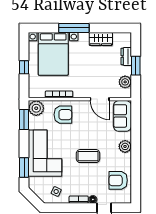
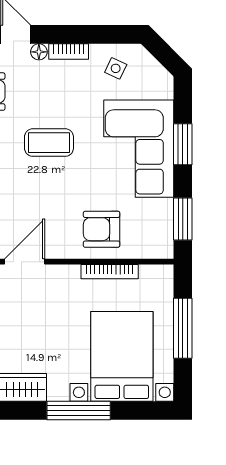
window: (24, 67) -> (183, 328), width x2.17
door: (100, 99) -> (25, 262), hinge flipped
plant: (36, 108) -> (157, 243), removed
window: (24, 167) -> (183, 144), moved

